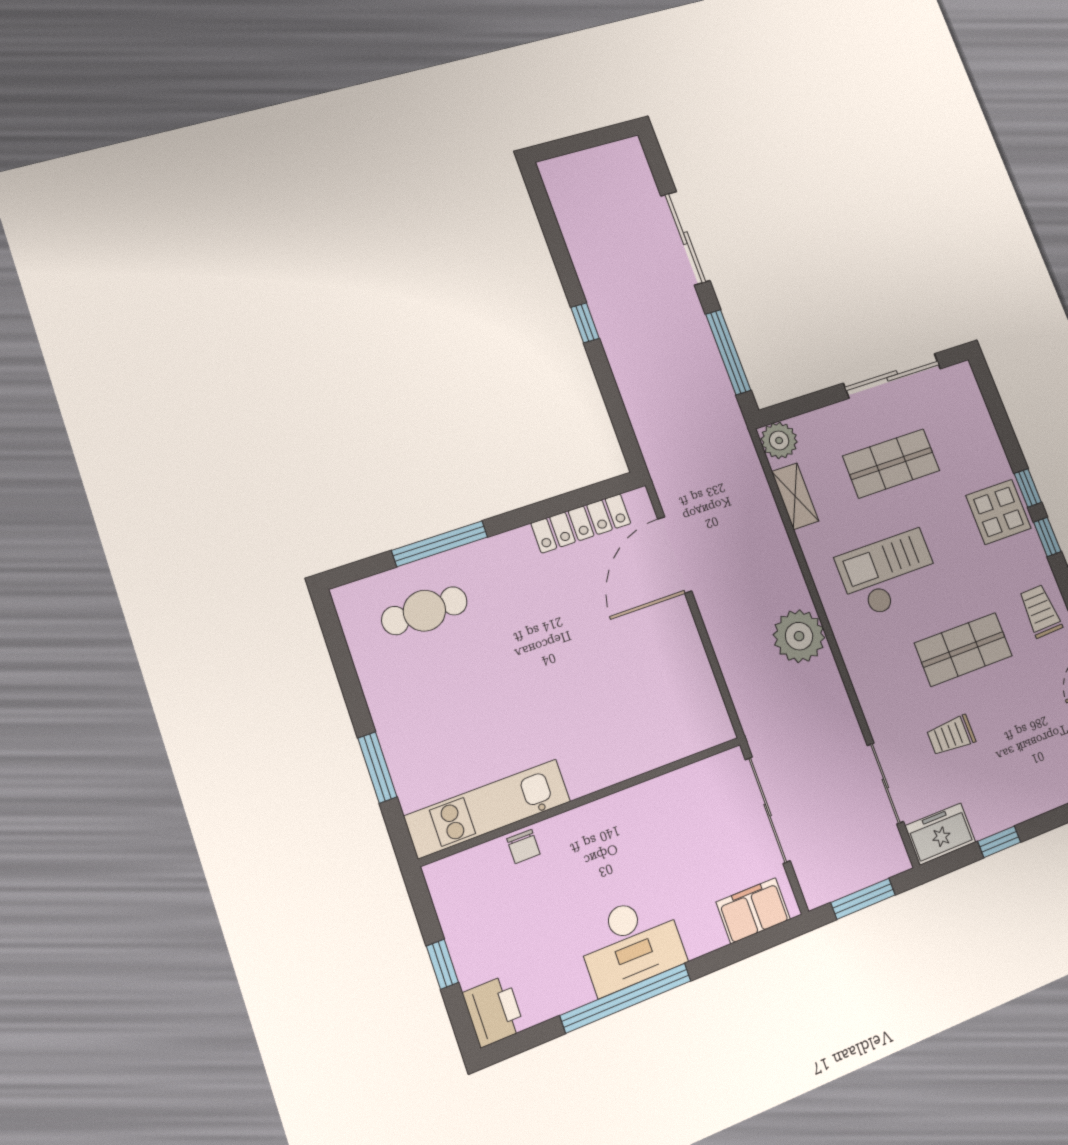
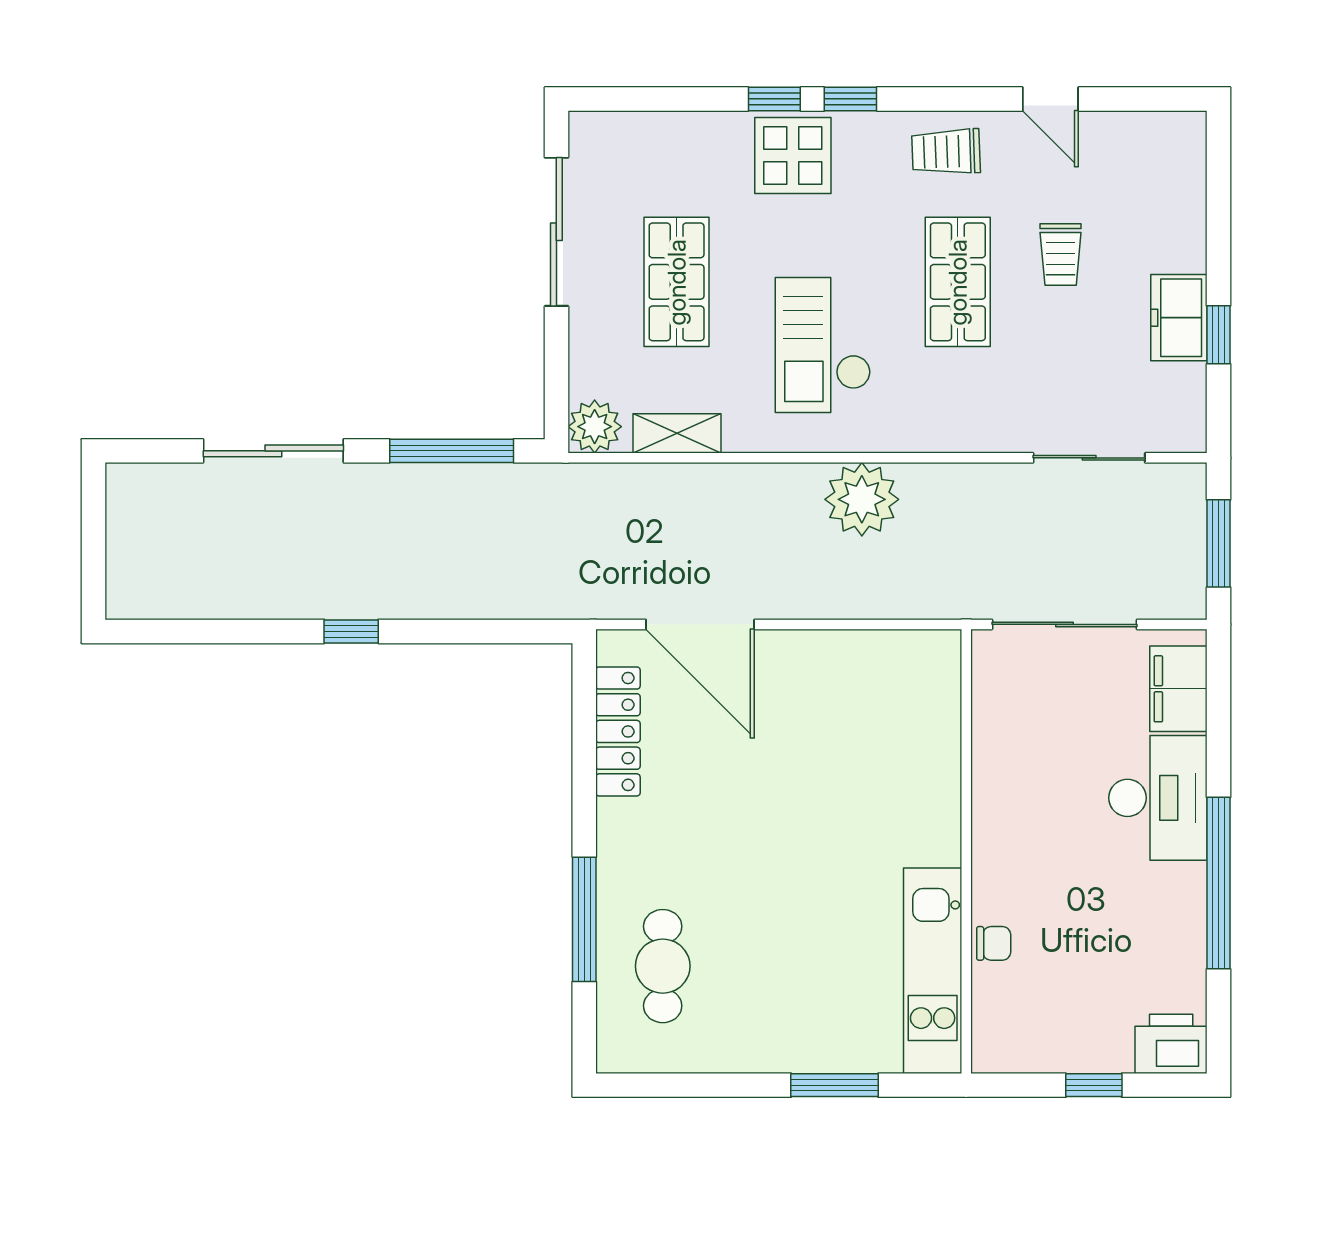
trolley: (951, 735) -> (1061, 254), moved
freezer: (940, 834) -> (1179, 318), moved
desk: (631, 943) -> (1158, 798), moved

